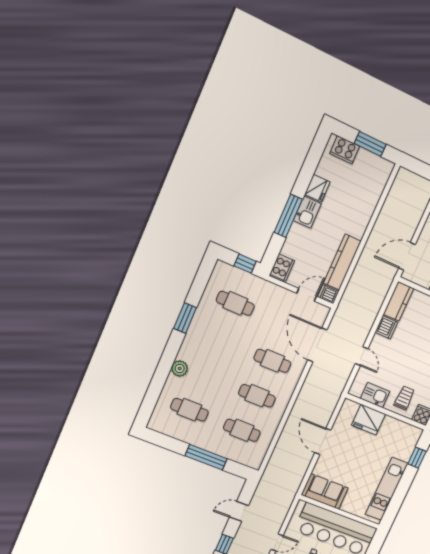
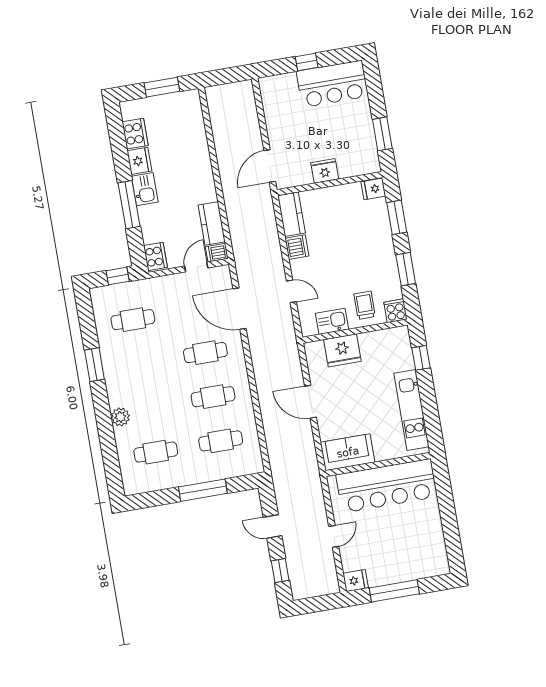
cooker: (345, 150) -> (135, 134), moved, turned -90
kitchen counter: (342, 262) -> (212, 223), width x0.67
door: (239, 511) -> (273, 527), hinge flipped

